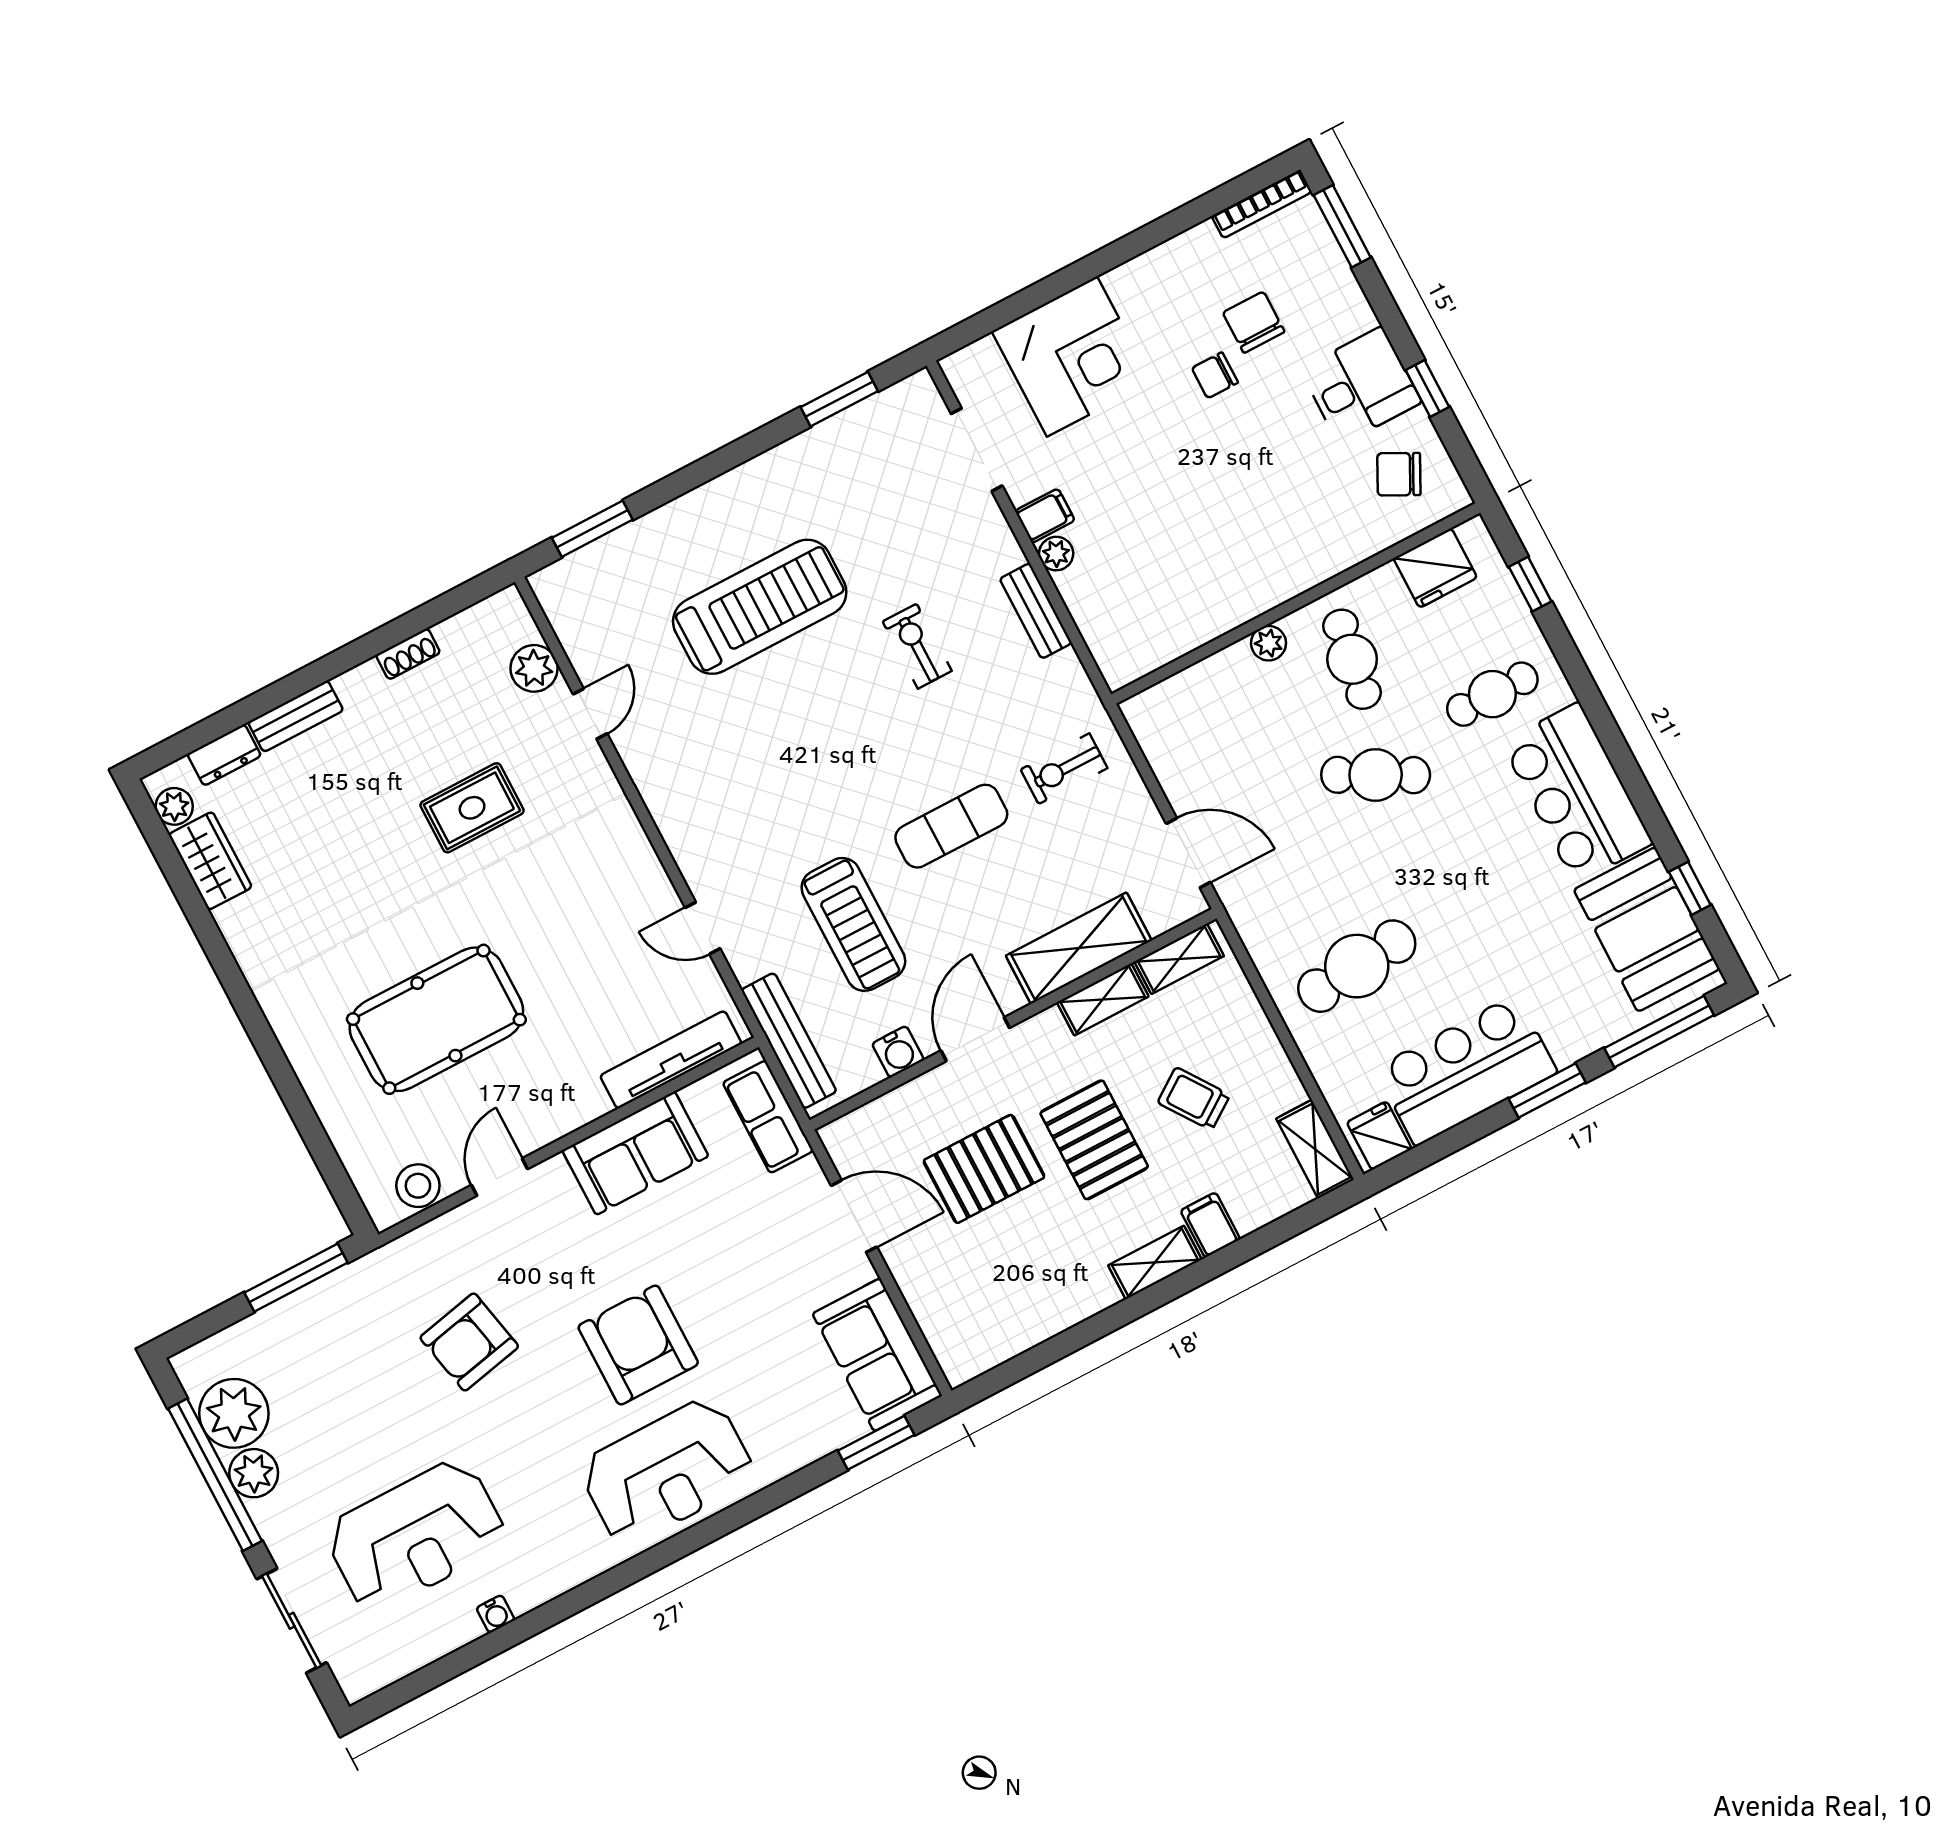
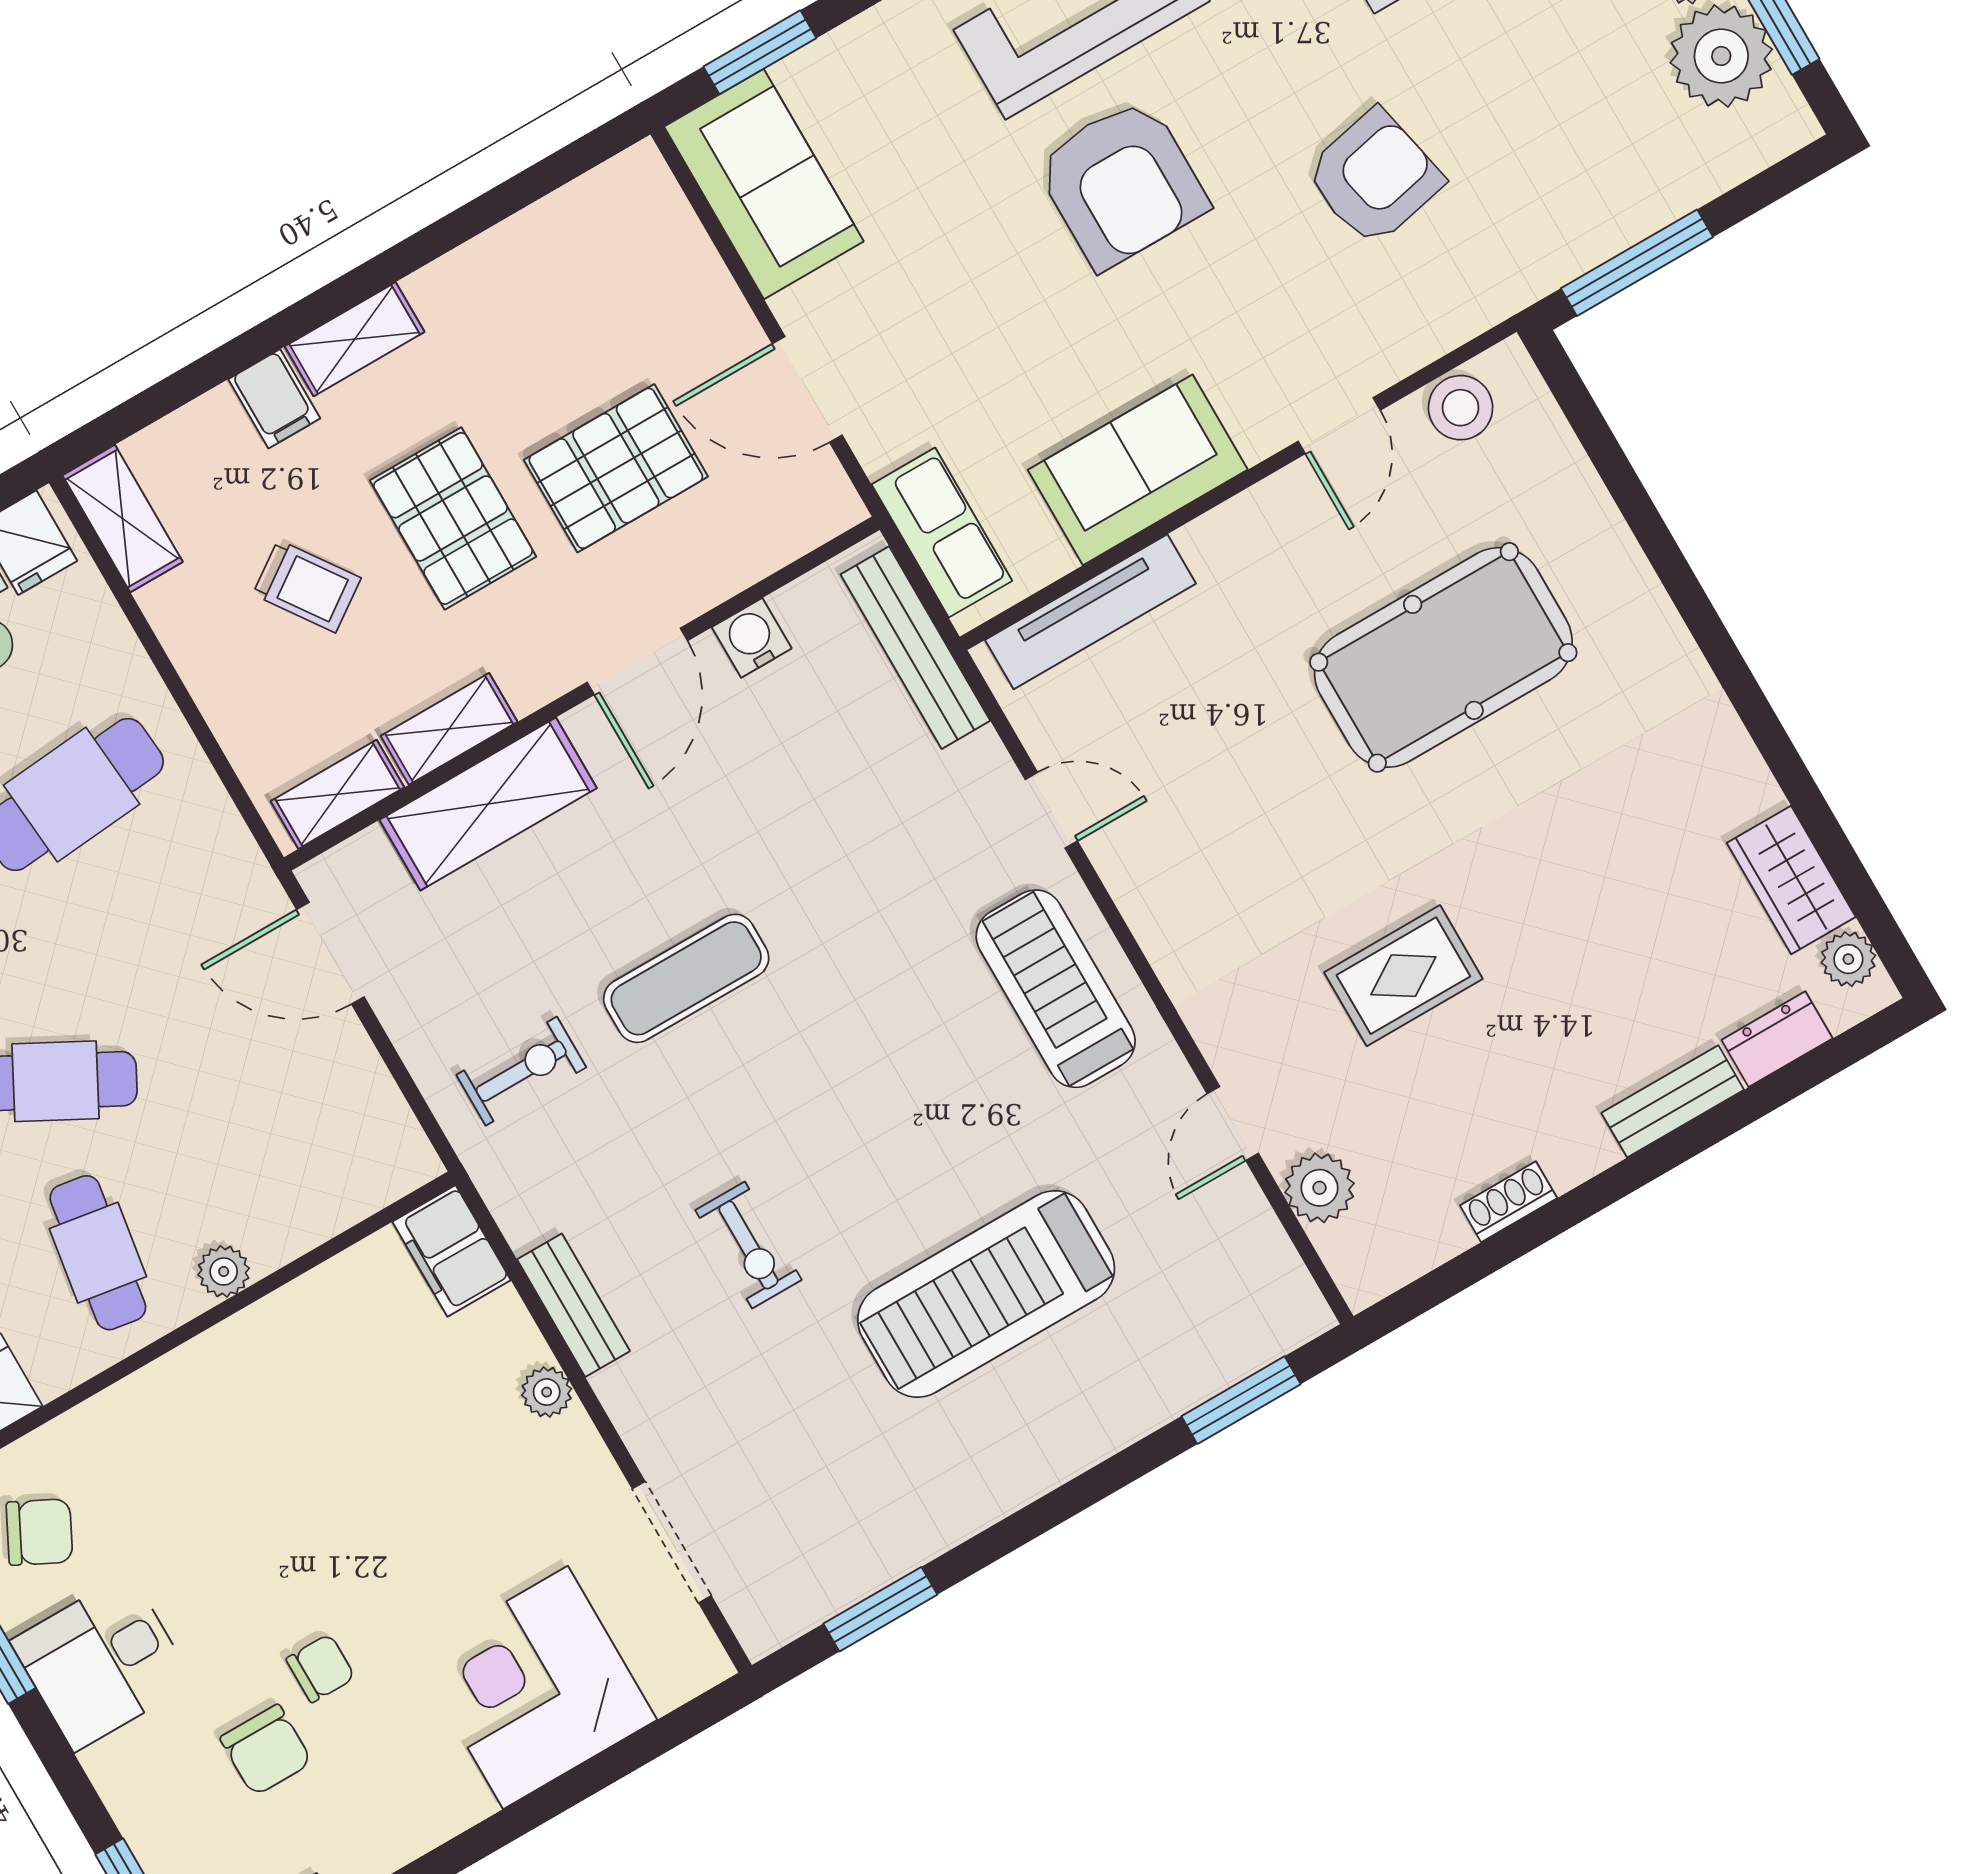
filing cabinet: (1045, 516) -> (452, 1251), moved, width x2.00
treadmill: (853, 924) -> (1056, 989), moved

